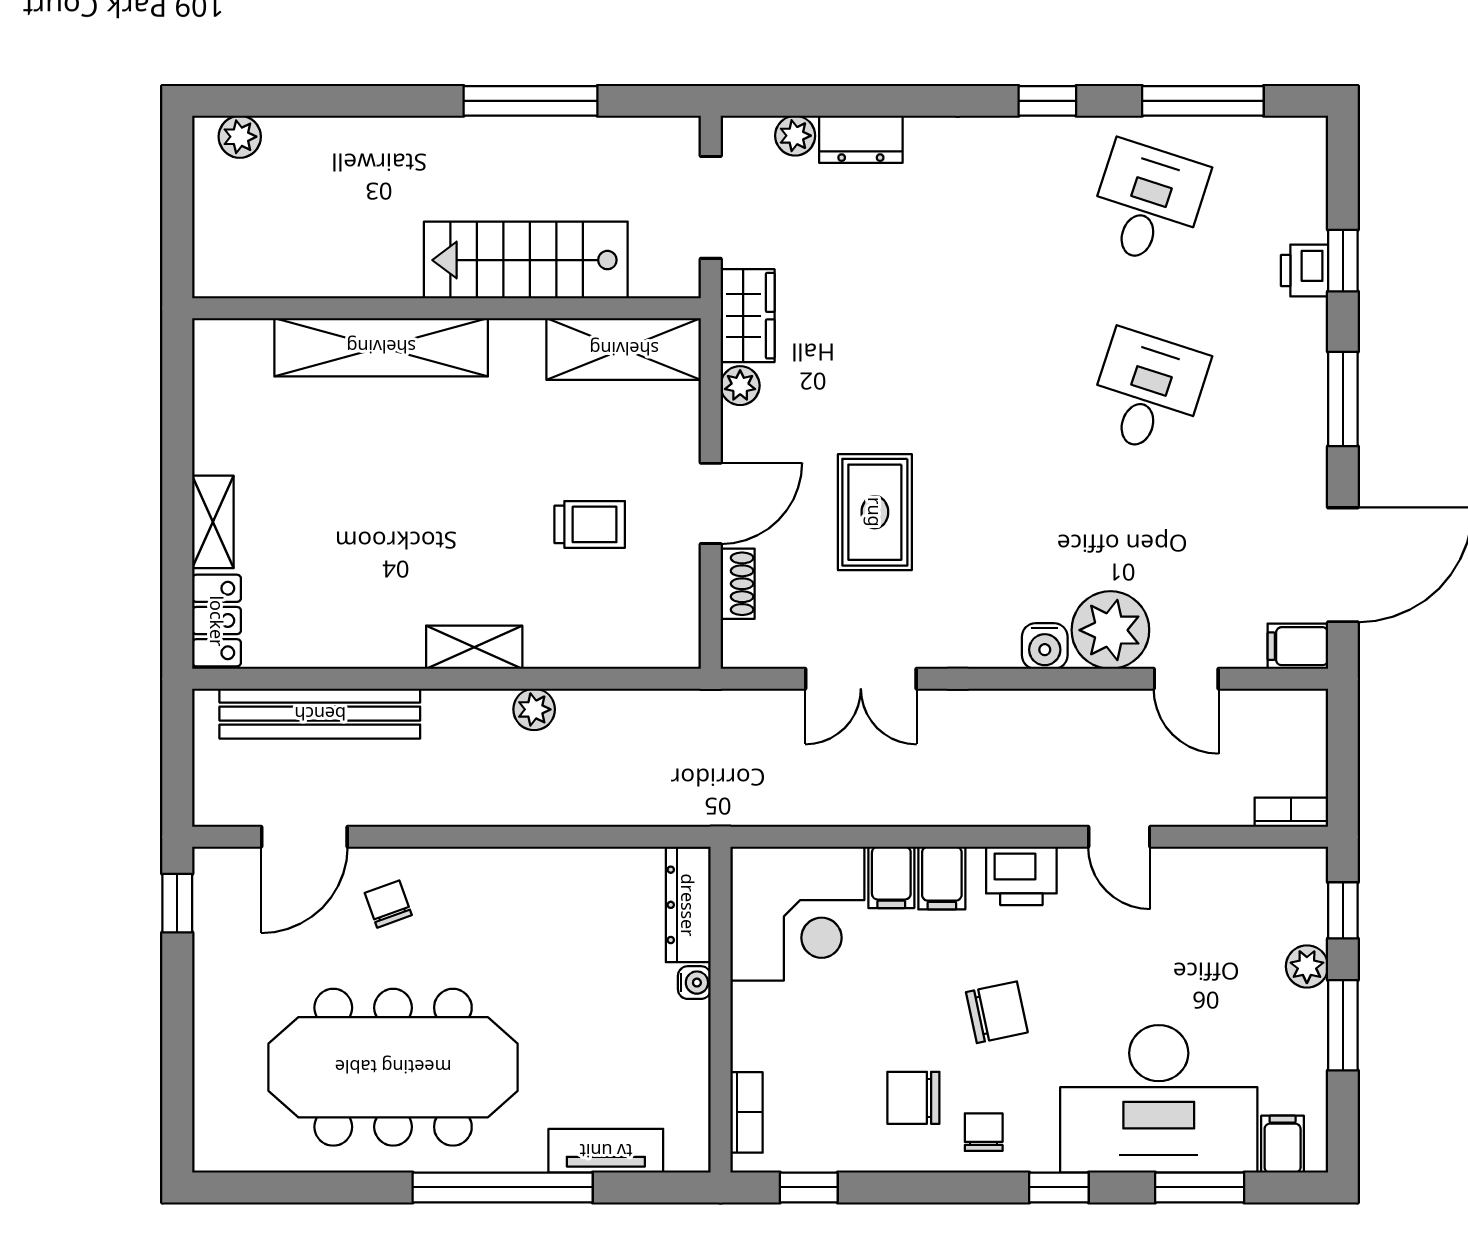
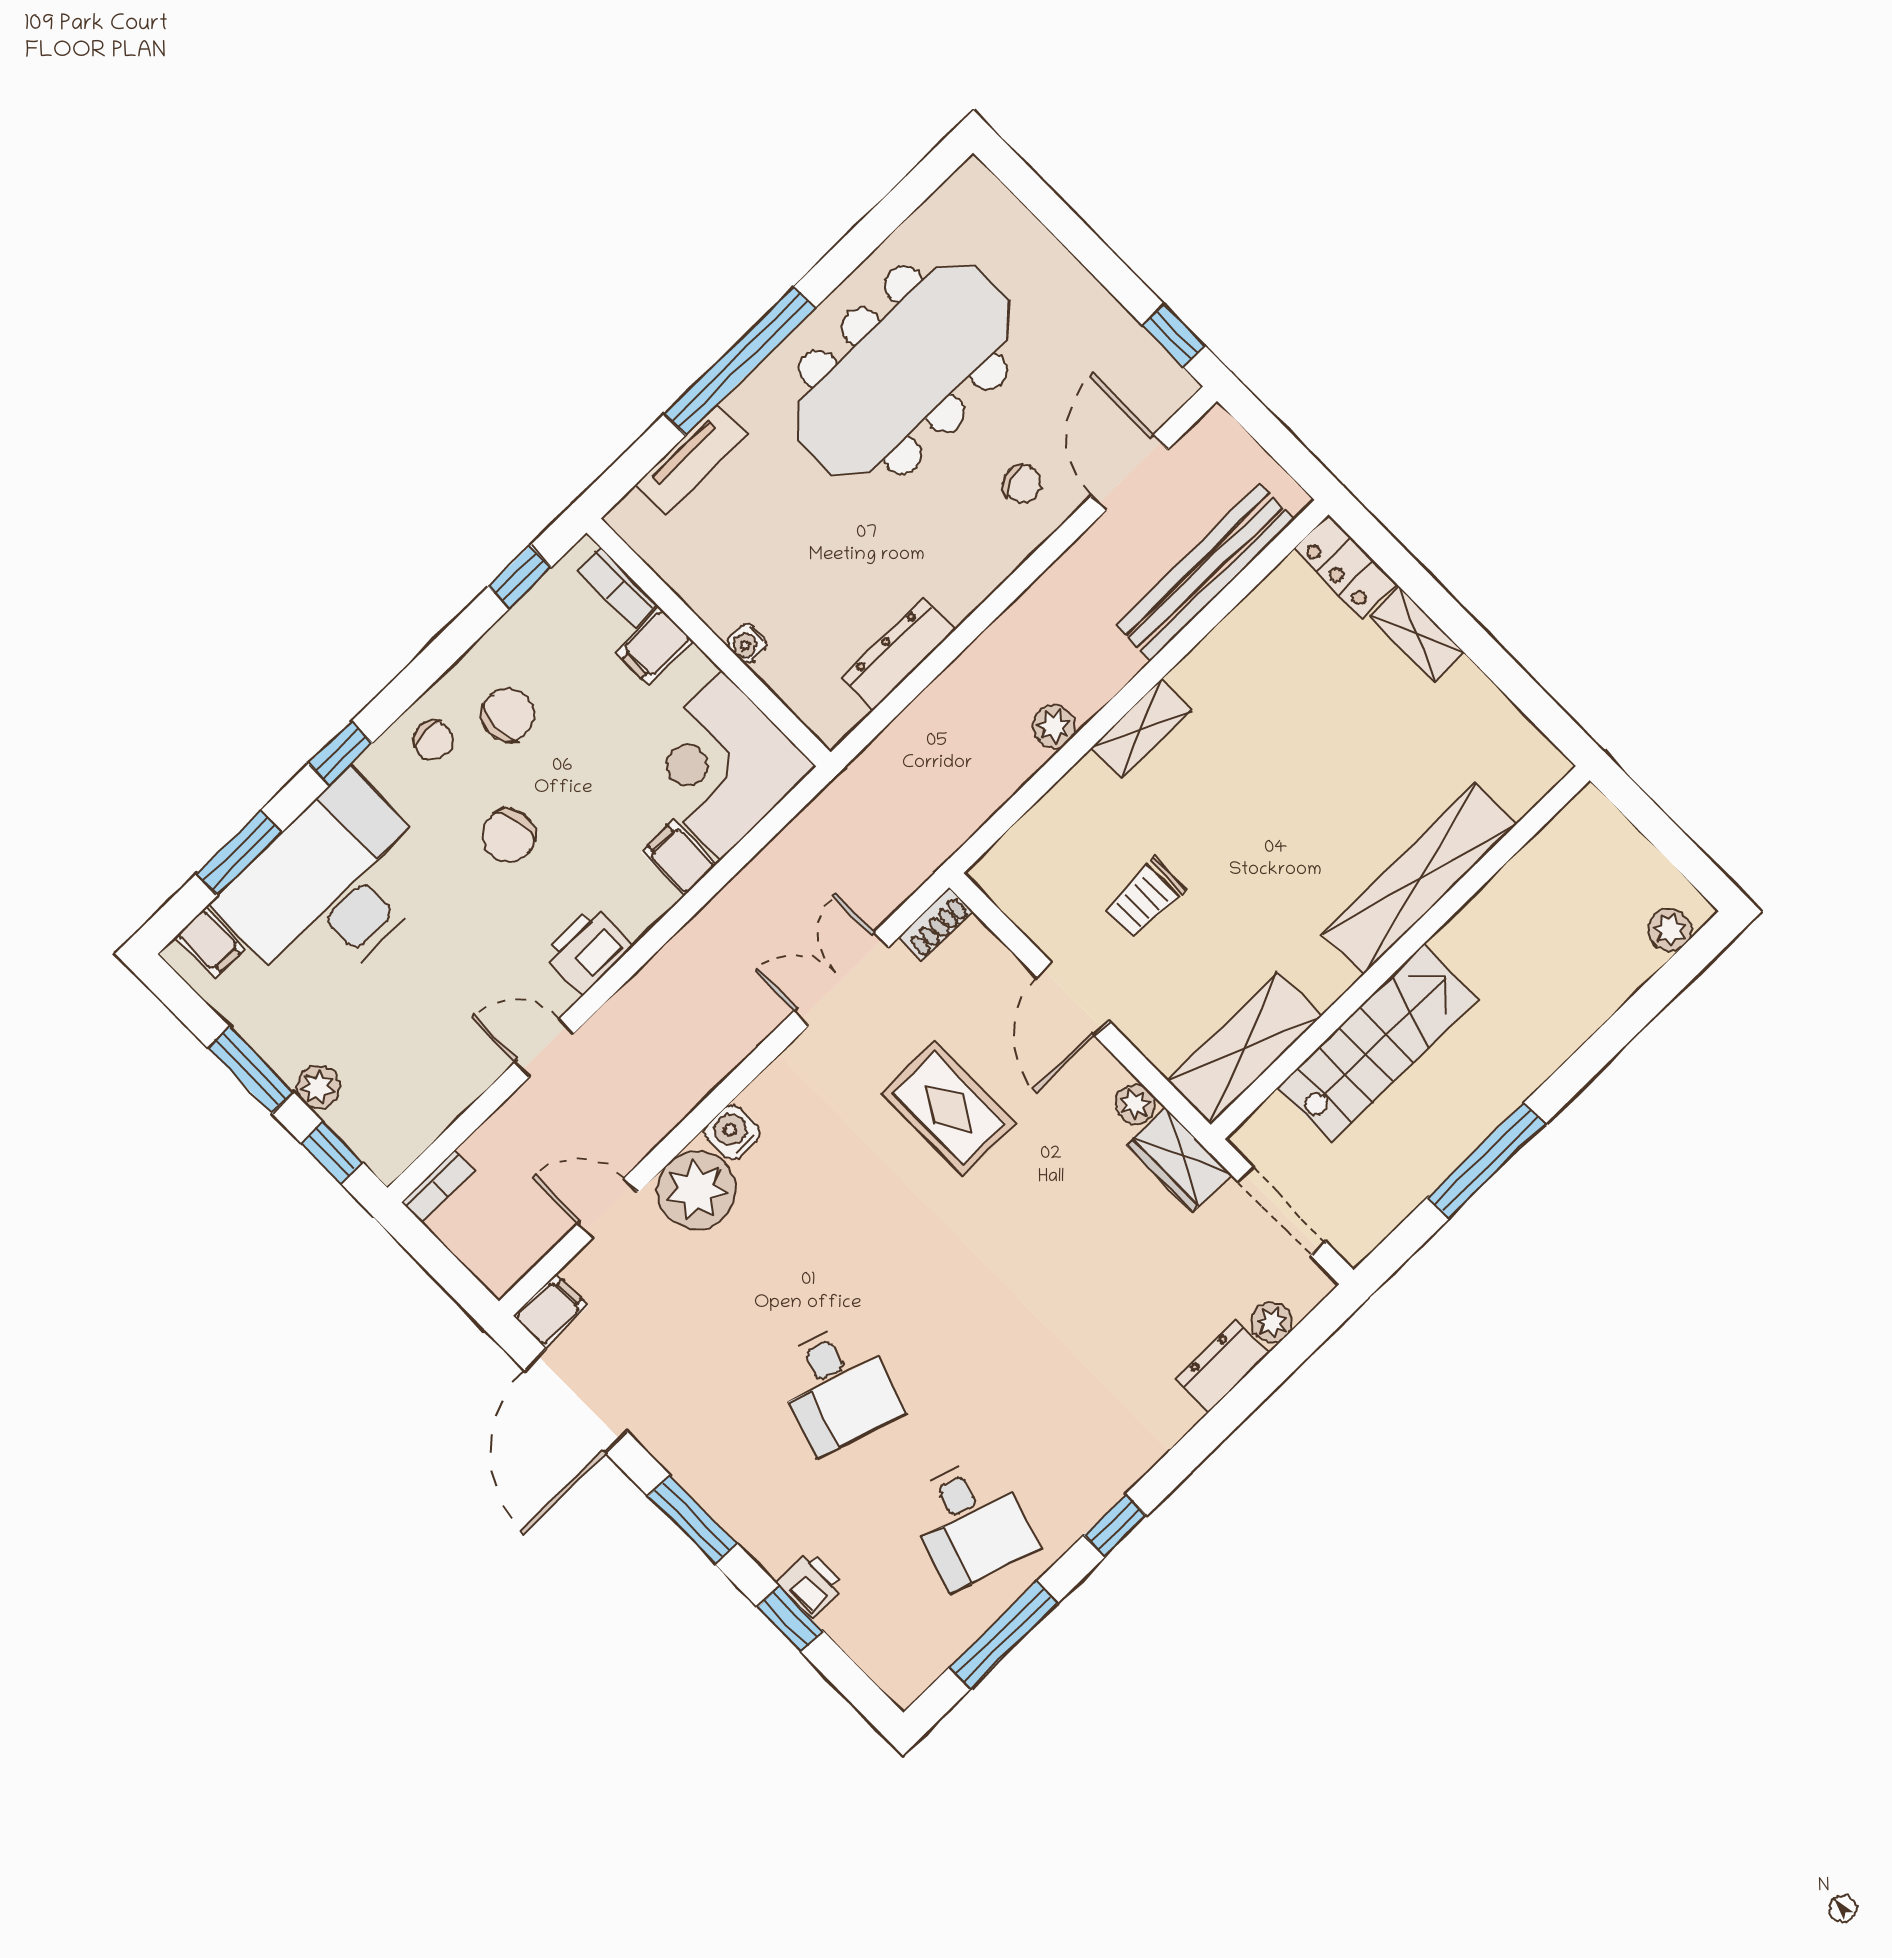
shoe rack: (738, 584) -> (936, 924), moved, turned -90
filing cabinet: (942, 878) -> (654, 646), moved, turned -90
dresser: (688, 905) -> (898, 654), moved, turned -90

